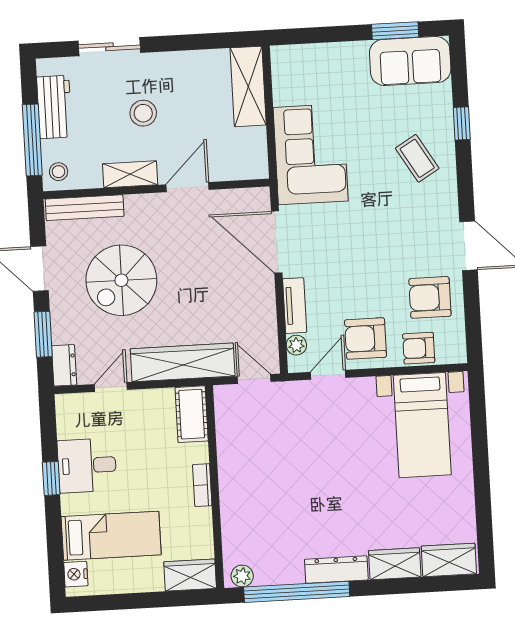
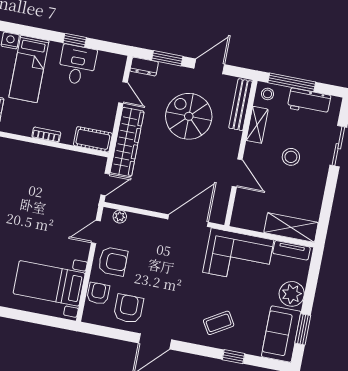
plant: (347, 60) -> (292, 294), added
shelving: (130, 174) -> (257, 125), moved
tv unit: (295, 306) -> (291, 250), moved
armchair: (366, 339) -> (113, 261), turned 90
door: (328, 375) -> (96, 232), swing flipped

